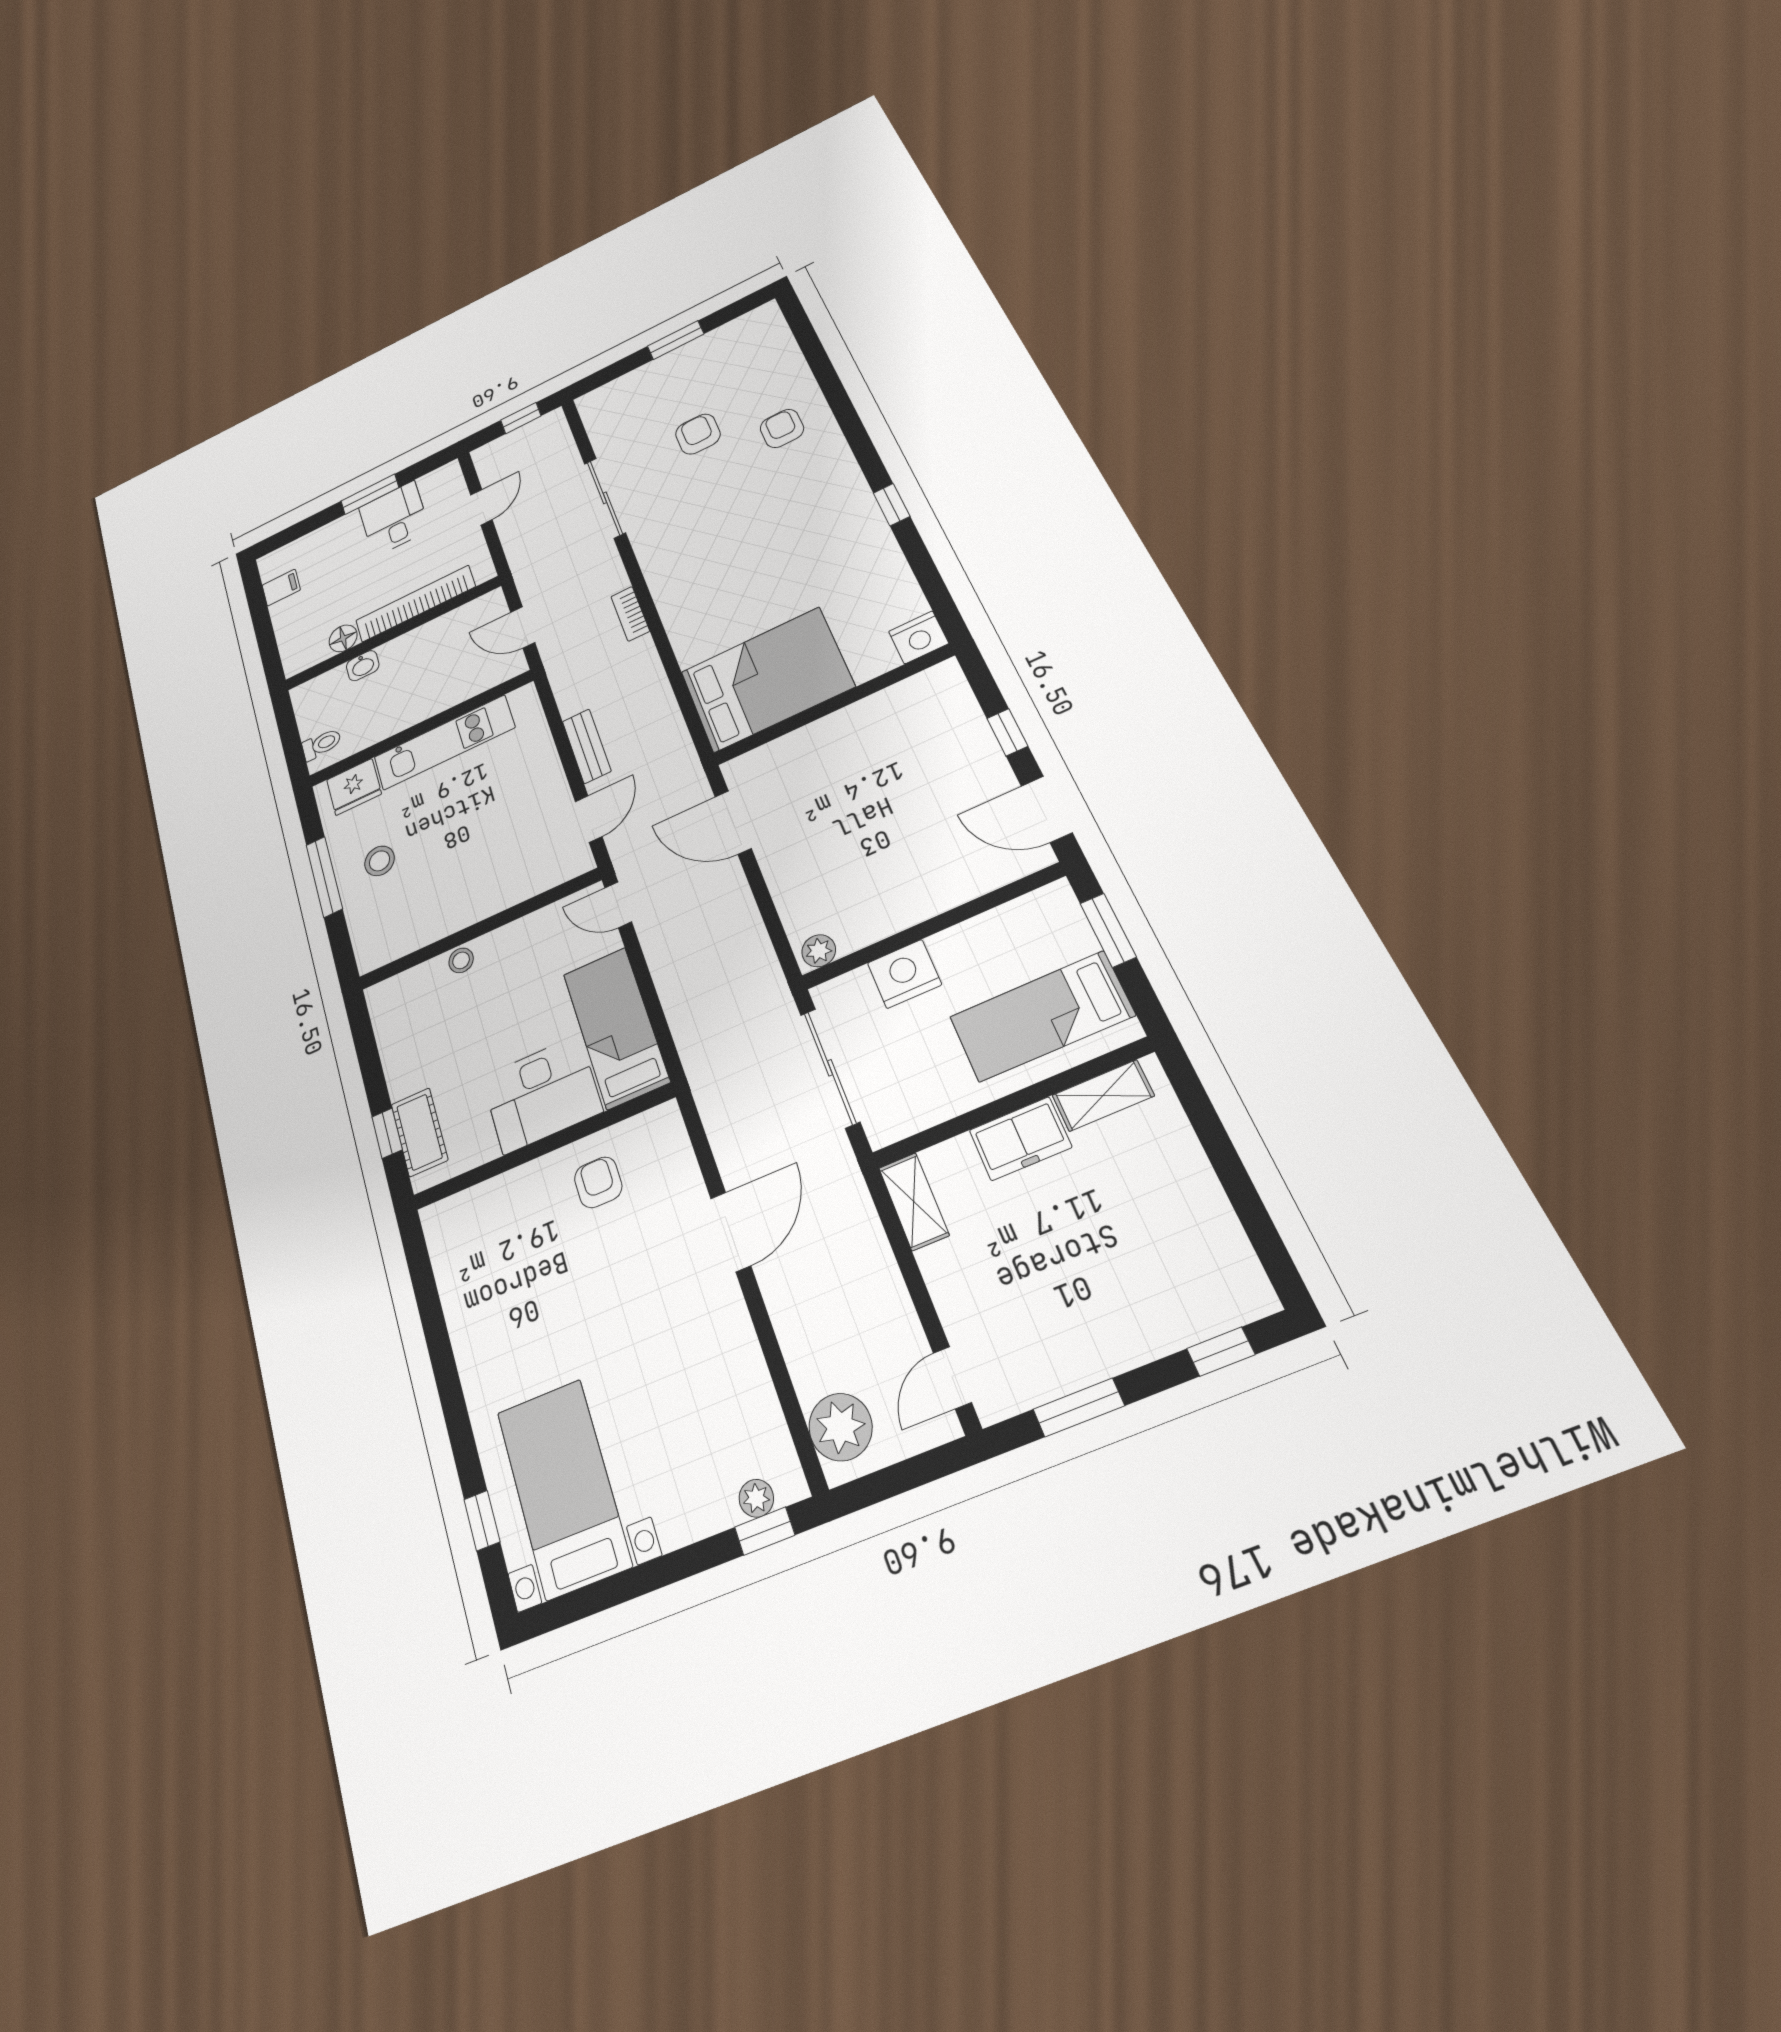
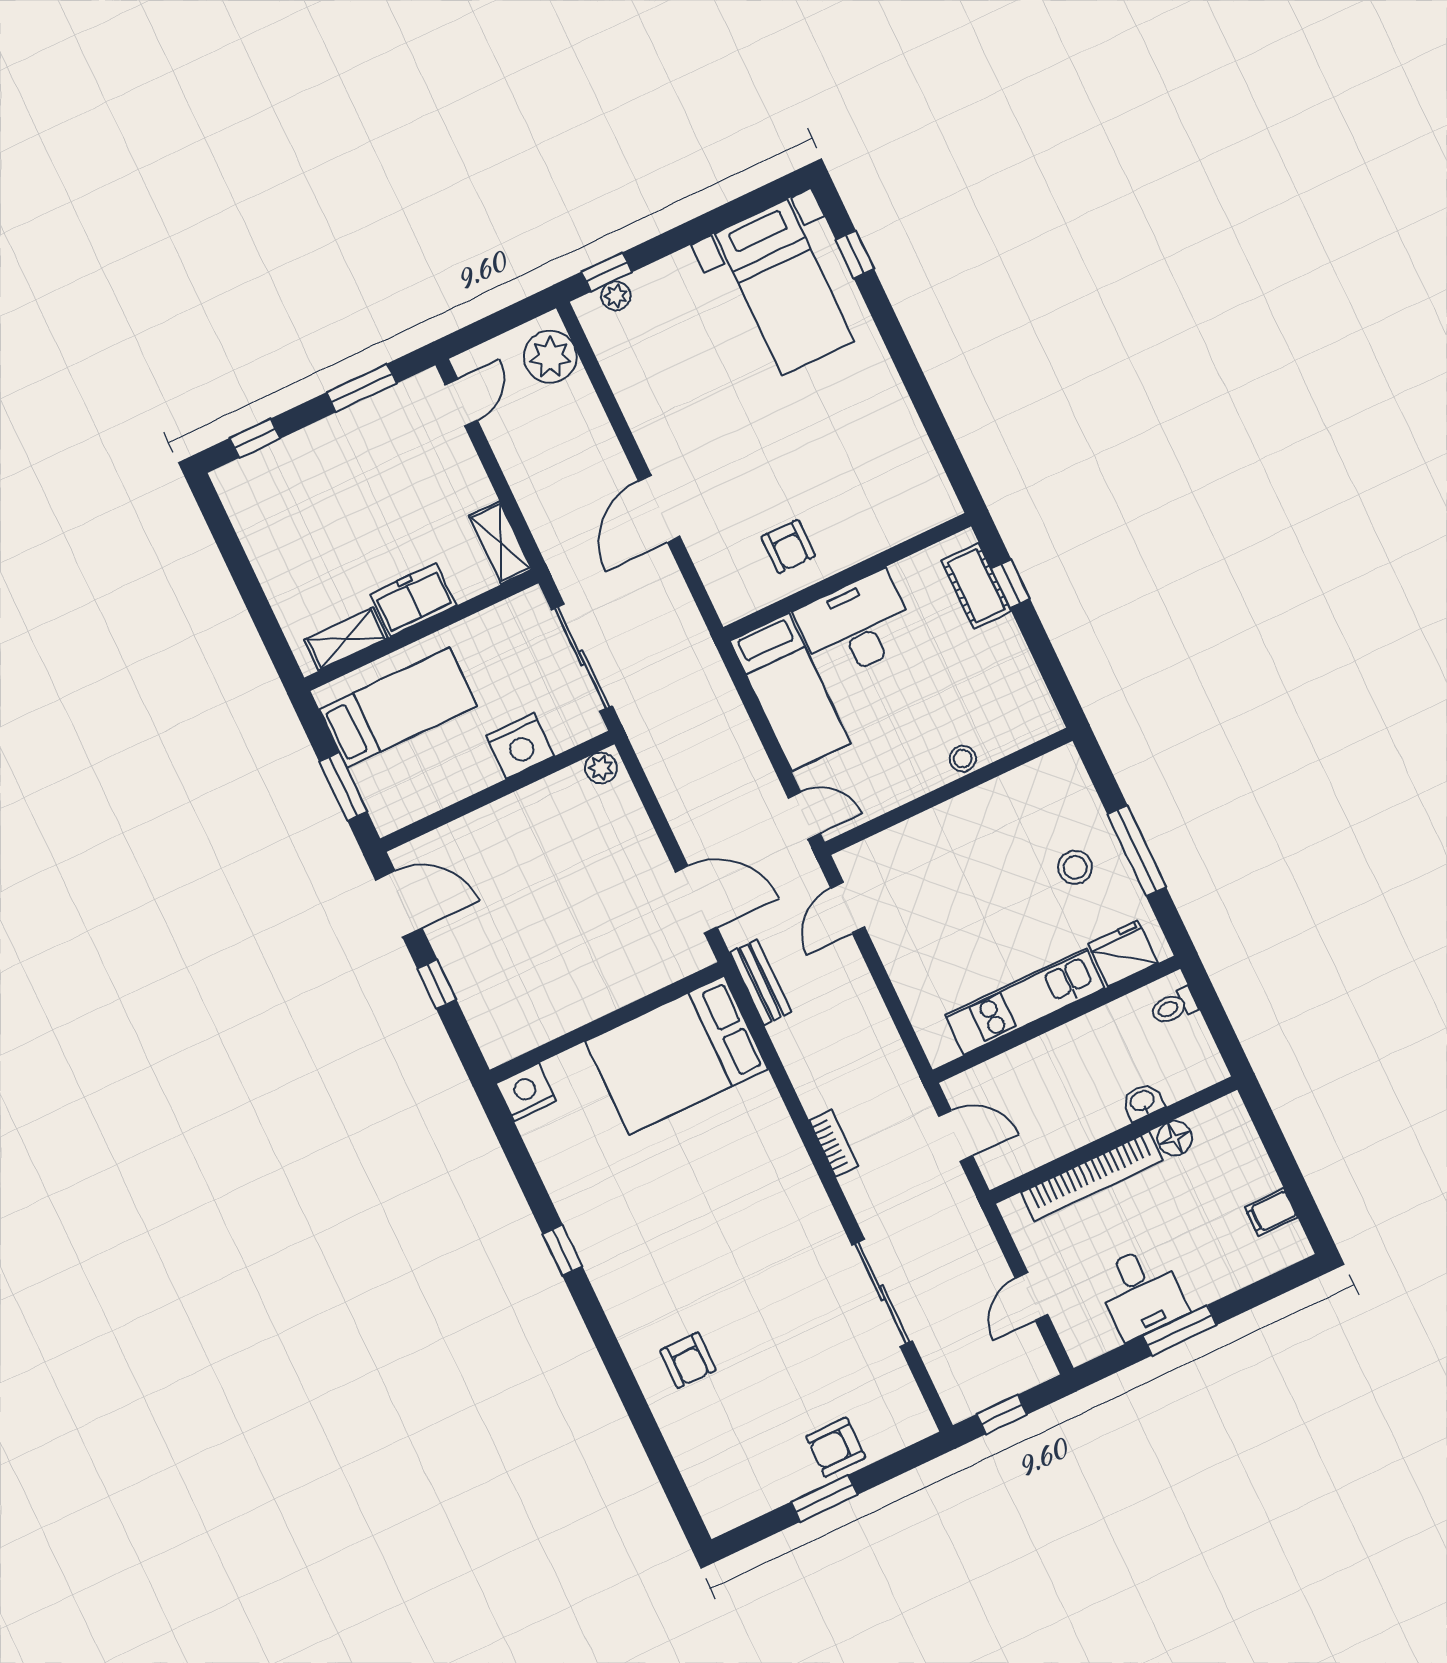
armchair: (698, 434) -> (836, 1447), moved, turned 90
bench: (587, 746) -> (761, 982), moved

